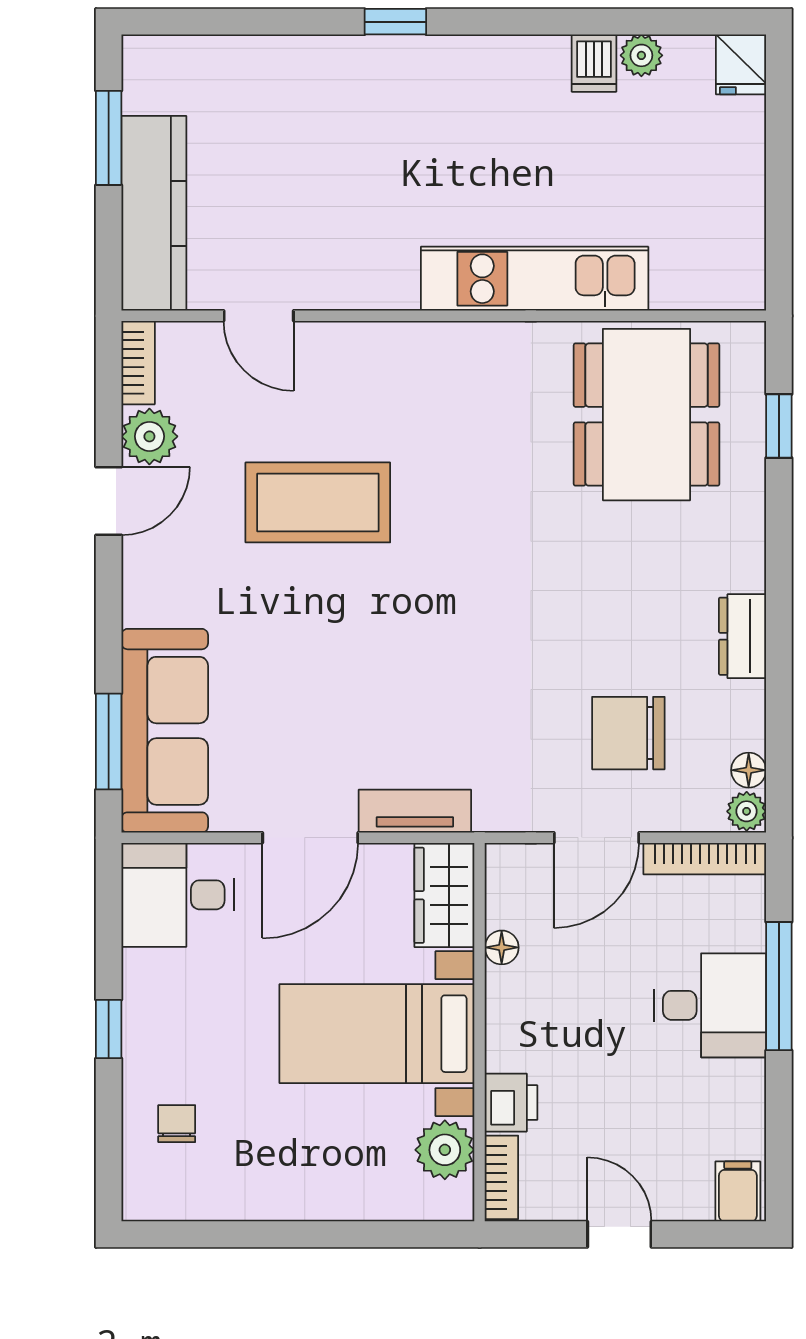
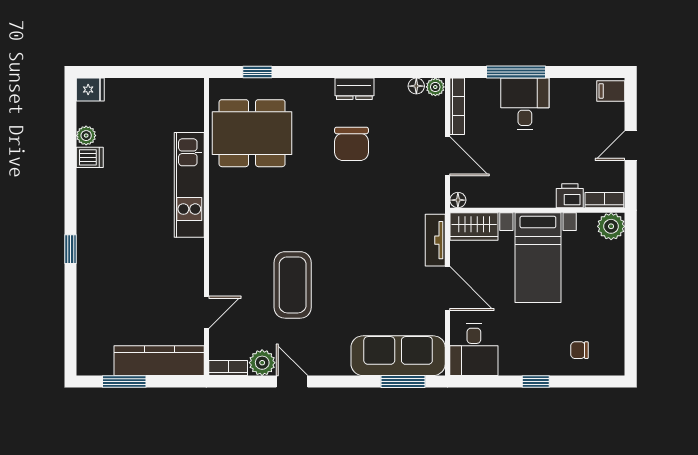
chair: (628, 733) -> (352, 144), moved
floor lamp: (502, 947) -> (458, 200), moved
plant: (445, 1150) -> (611, 226), moved

